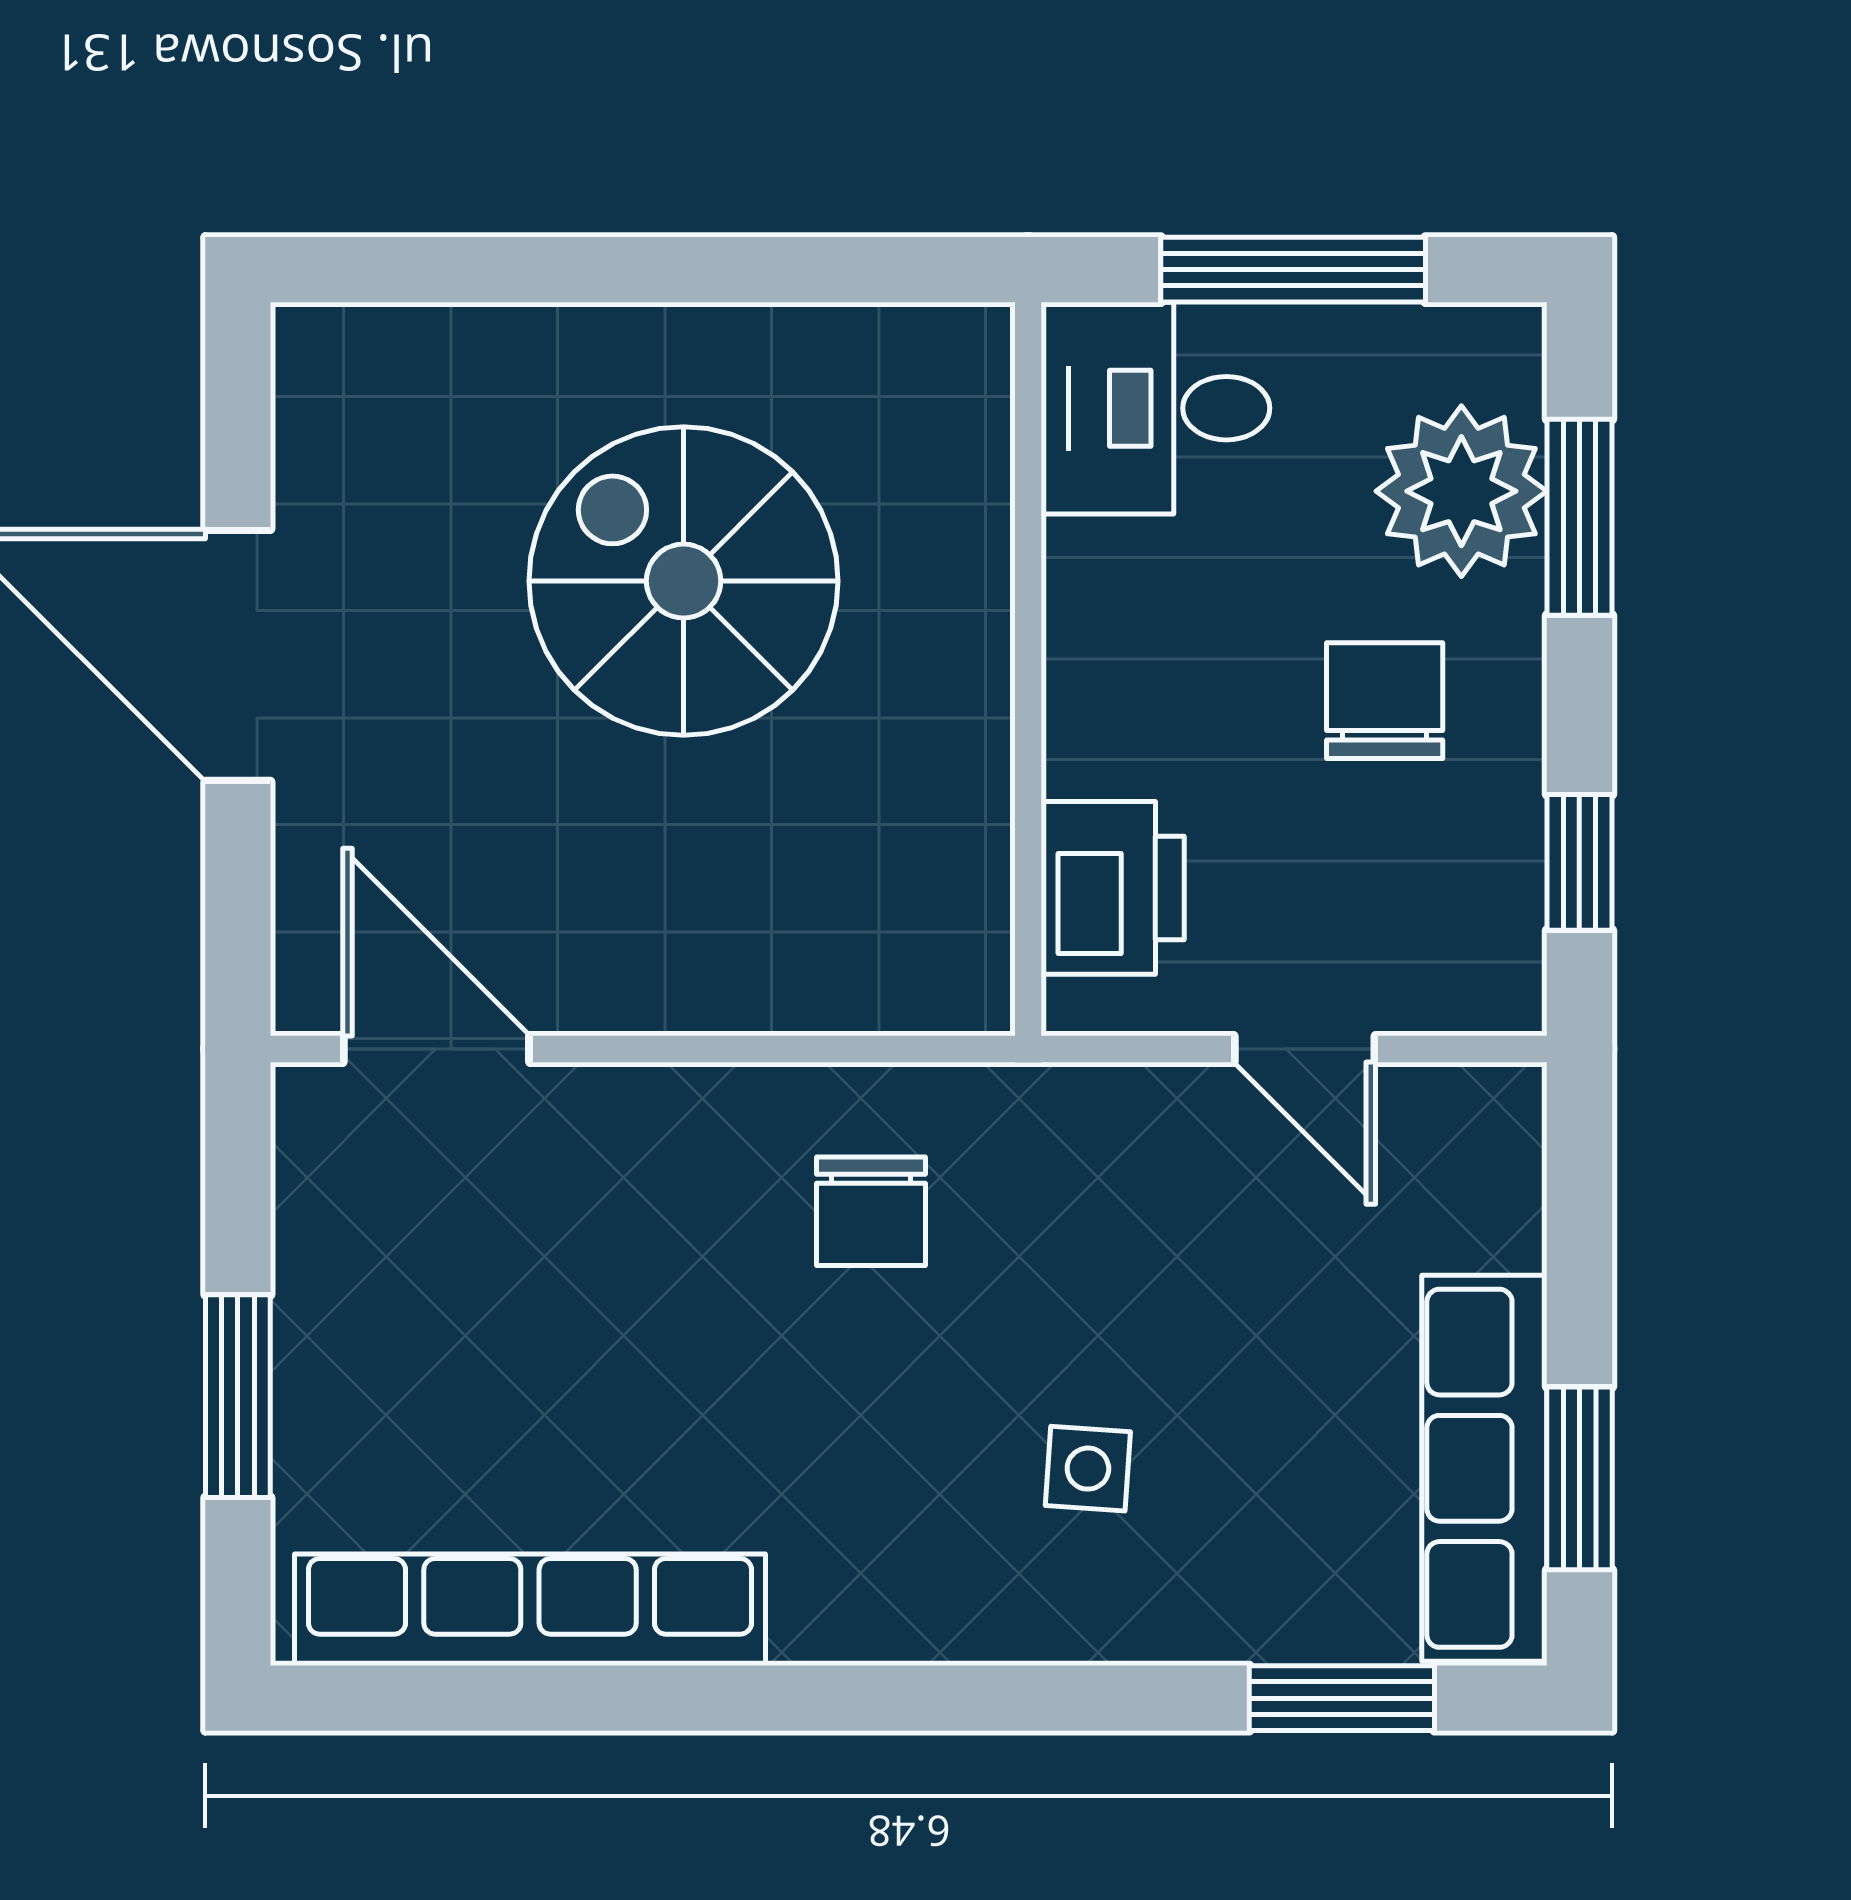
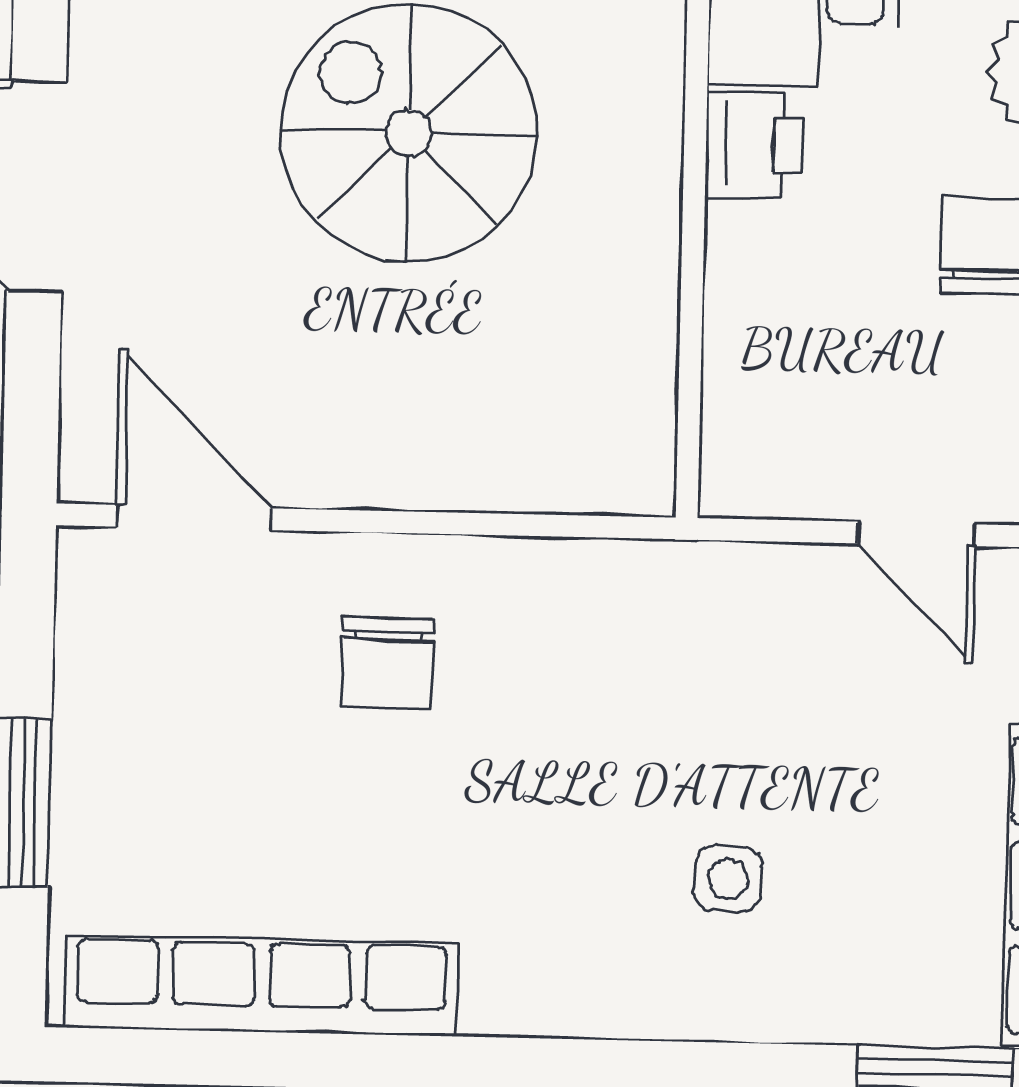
printer: (1113, 888) -> (754, 145), moved, width x0.73, depth x0.81
chair: (871, 1211) -> (387, 663), moved

